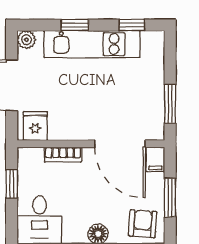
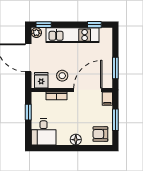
window: (75, 25) -> (44, 25), moved
stool: (73, 118) -> (62, 76), added
door: (120, 144) -> (88, 90), swing flipped
armchair: (143, 224) -> (100, 134), turned -94

